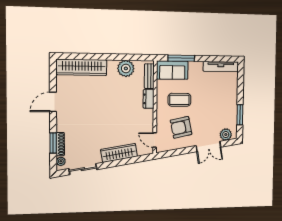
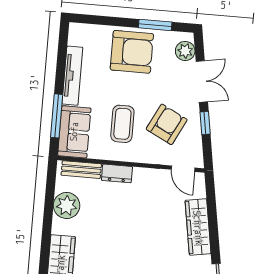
tv unit: (221, 67) -> (72, 76), moved
armchair: (223, 102) -> (132, 52), added
armchair: (181, 127) -> (167, 124), turned -141
door: (155, 140) -> (183, 169), hinge flipped
window: (184, 151) -> (205, 123), added

